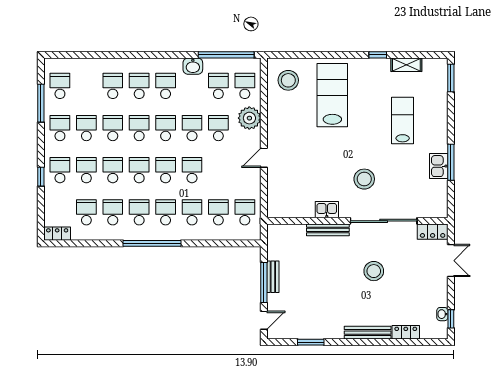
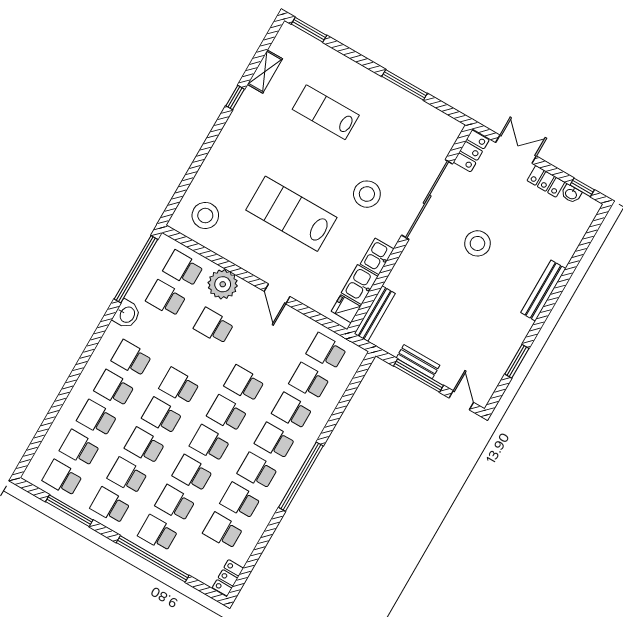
lab bench: (332, 95) -> (291, 214), moved
school desk: (192, 128) -> (80, 448), moved
kitchen sink: (439, 166) -> (360, 285), moved, turned 90
window: (41, 177) -> (153, 559), width x3.17
fridge: (280, 209) -> (346, 309), added
bench: (328, 230) -> (375, 314), moved
locker: (406, 332) -> (546, 181), moved, turned -90

